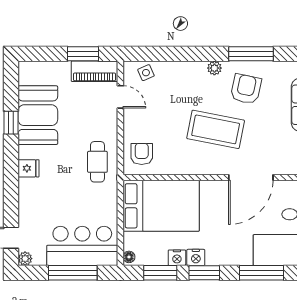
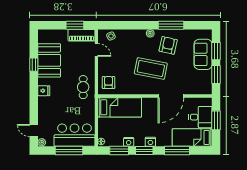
bed: (161, 206) -> (120, 107), width x0.67
nightstand: (196, 257) -> (150, 142), moved

